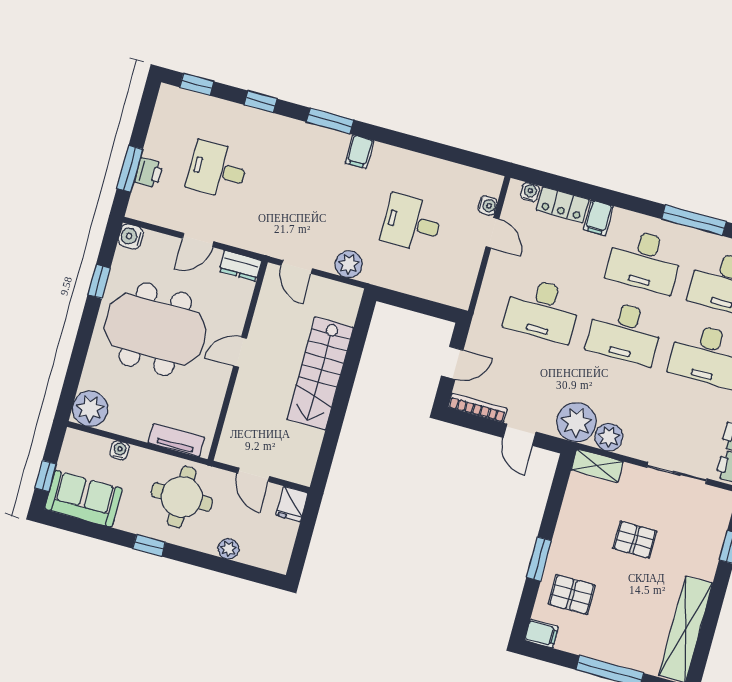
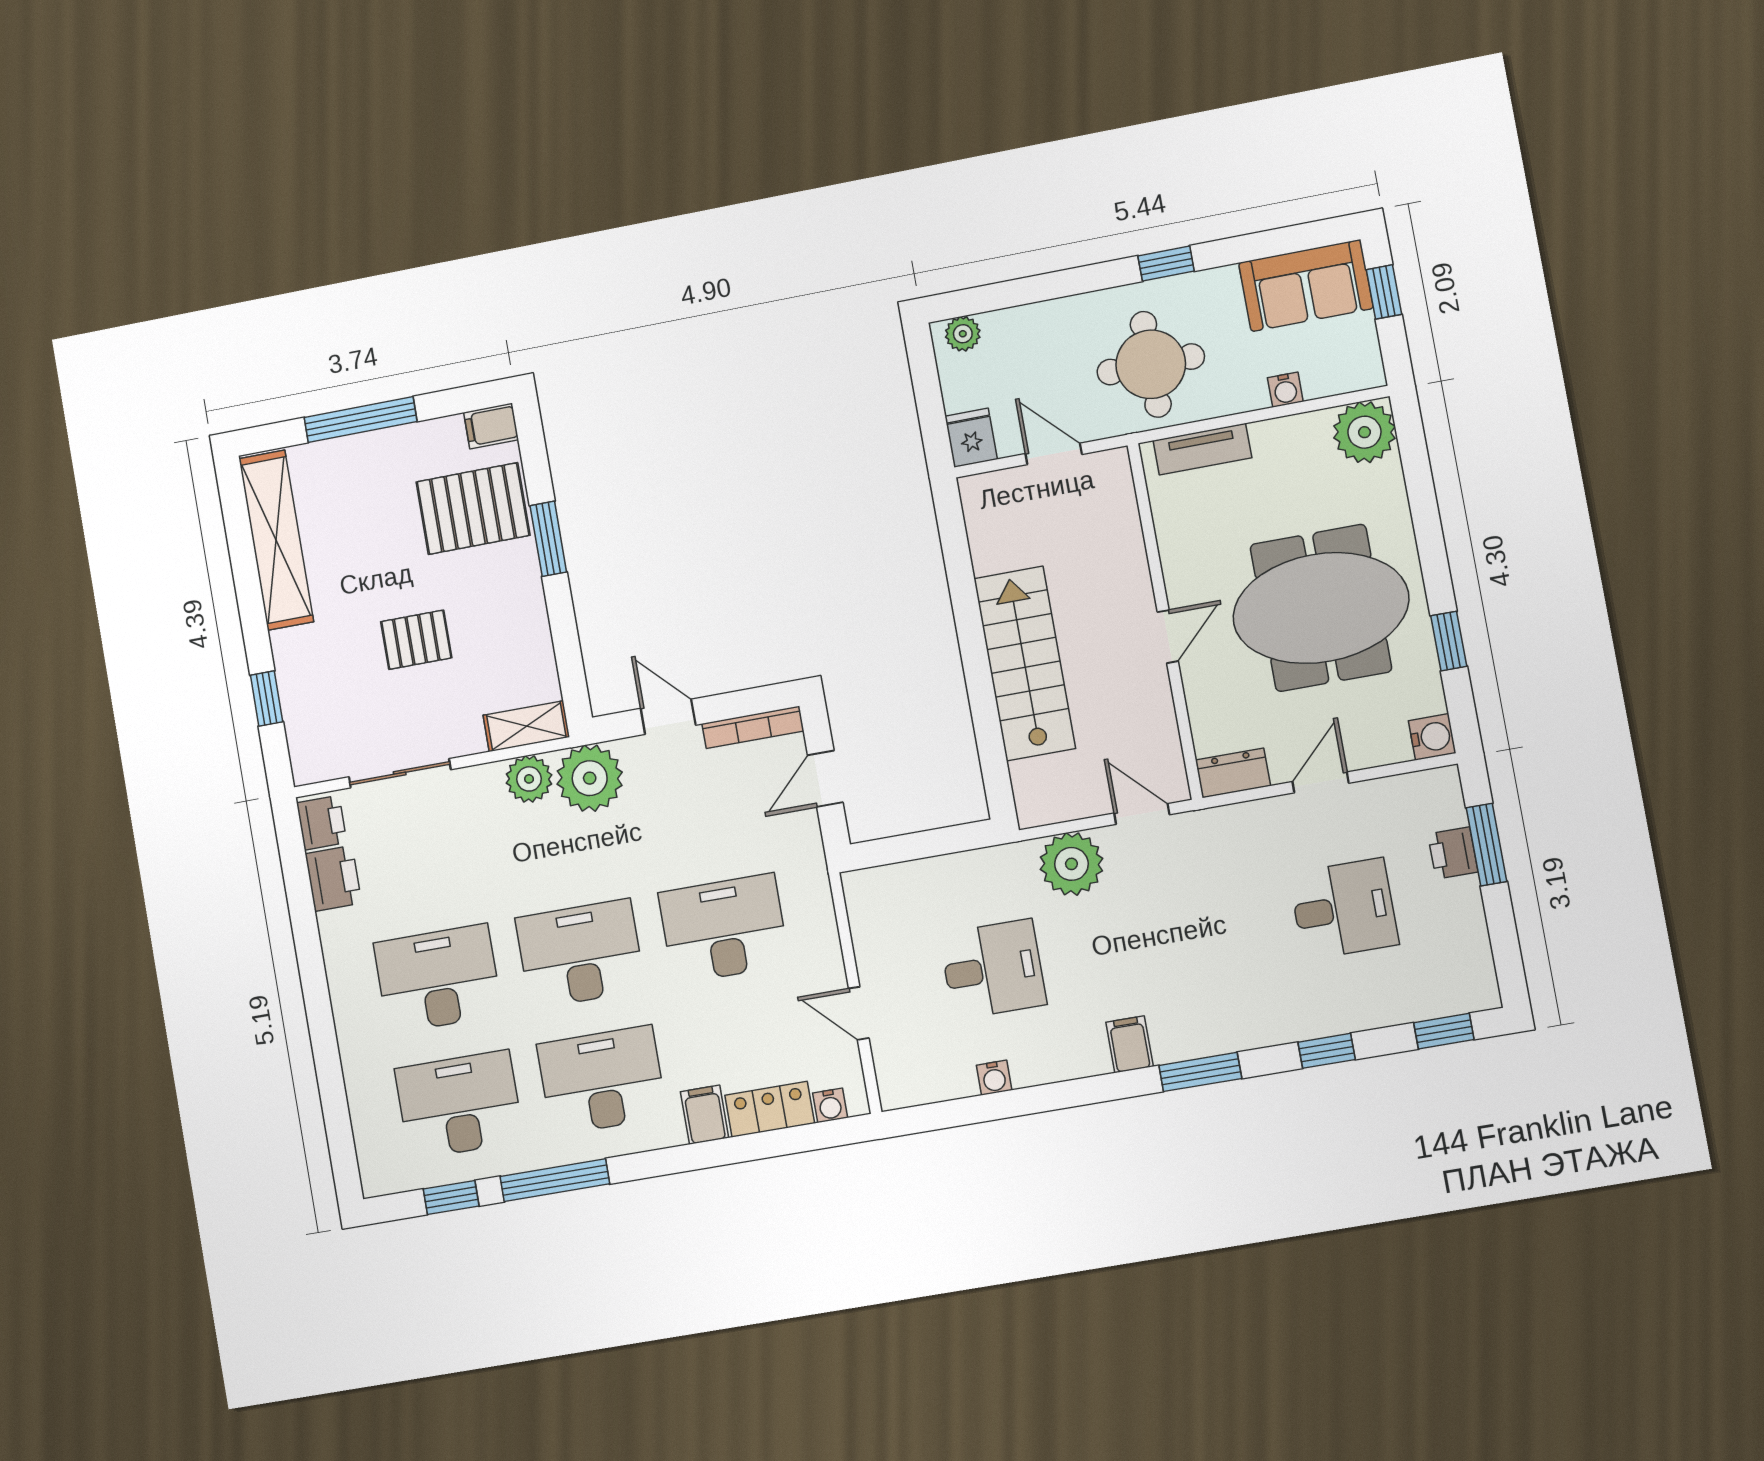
water cooler: (488, 205) -> (994, 1078), moved, turned -90
plant: (349, 264) -> (1071, 864), width x1.36, depth x1.36
plant: (228, 549) -> (963, 334), moved
pallet: (572, 595) -> (473, 509), width x1.50, depth x1.42

